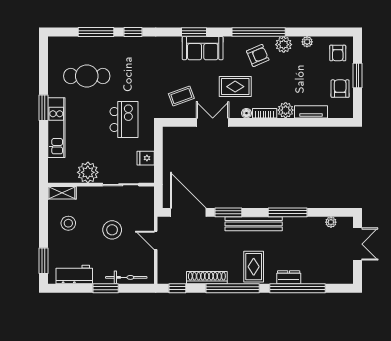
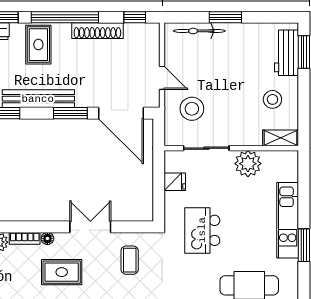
coffee table: (181, 96) -> (130, 260), turned -70
double door: (213, 122) -> (90, 227), swing flipped
stool: (112, 230) -> (192, 109), moved
workbench: (74, 275) -> (287, 53), moved, turned 90

